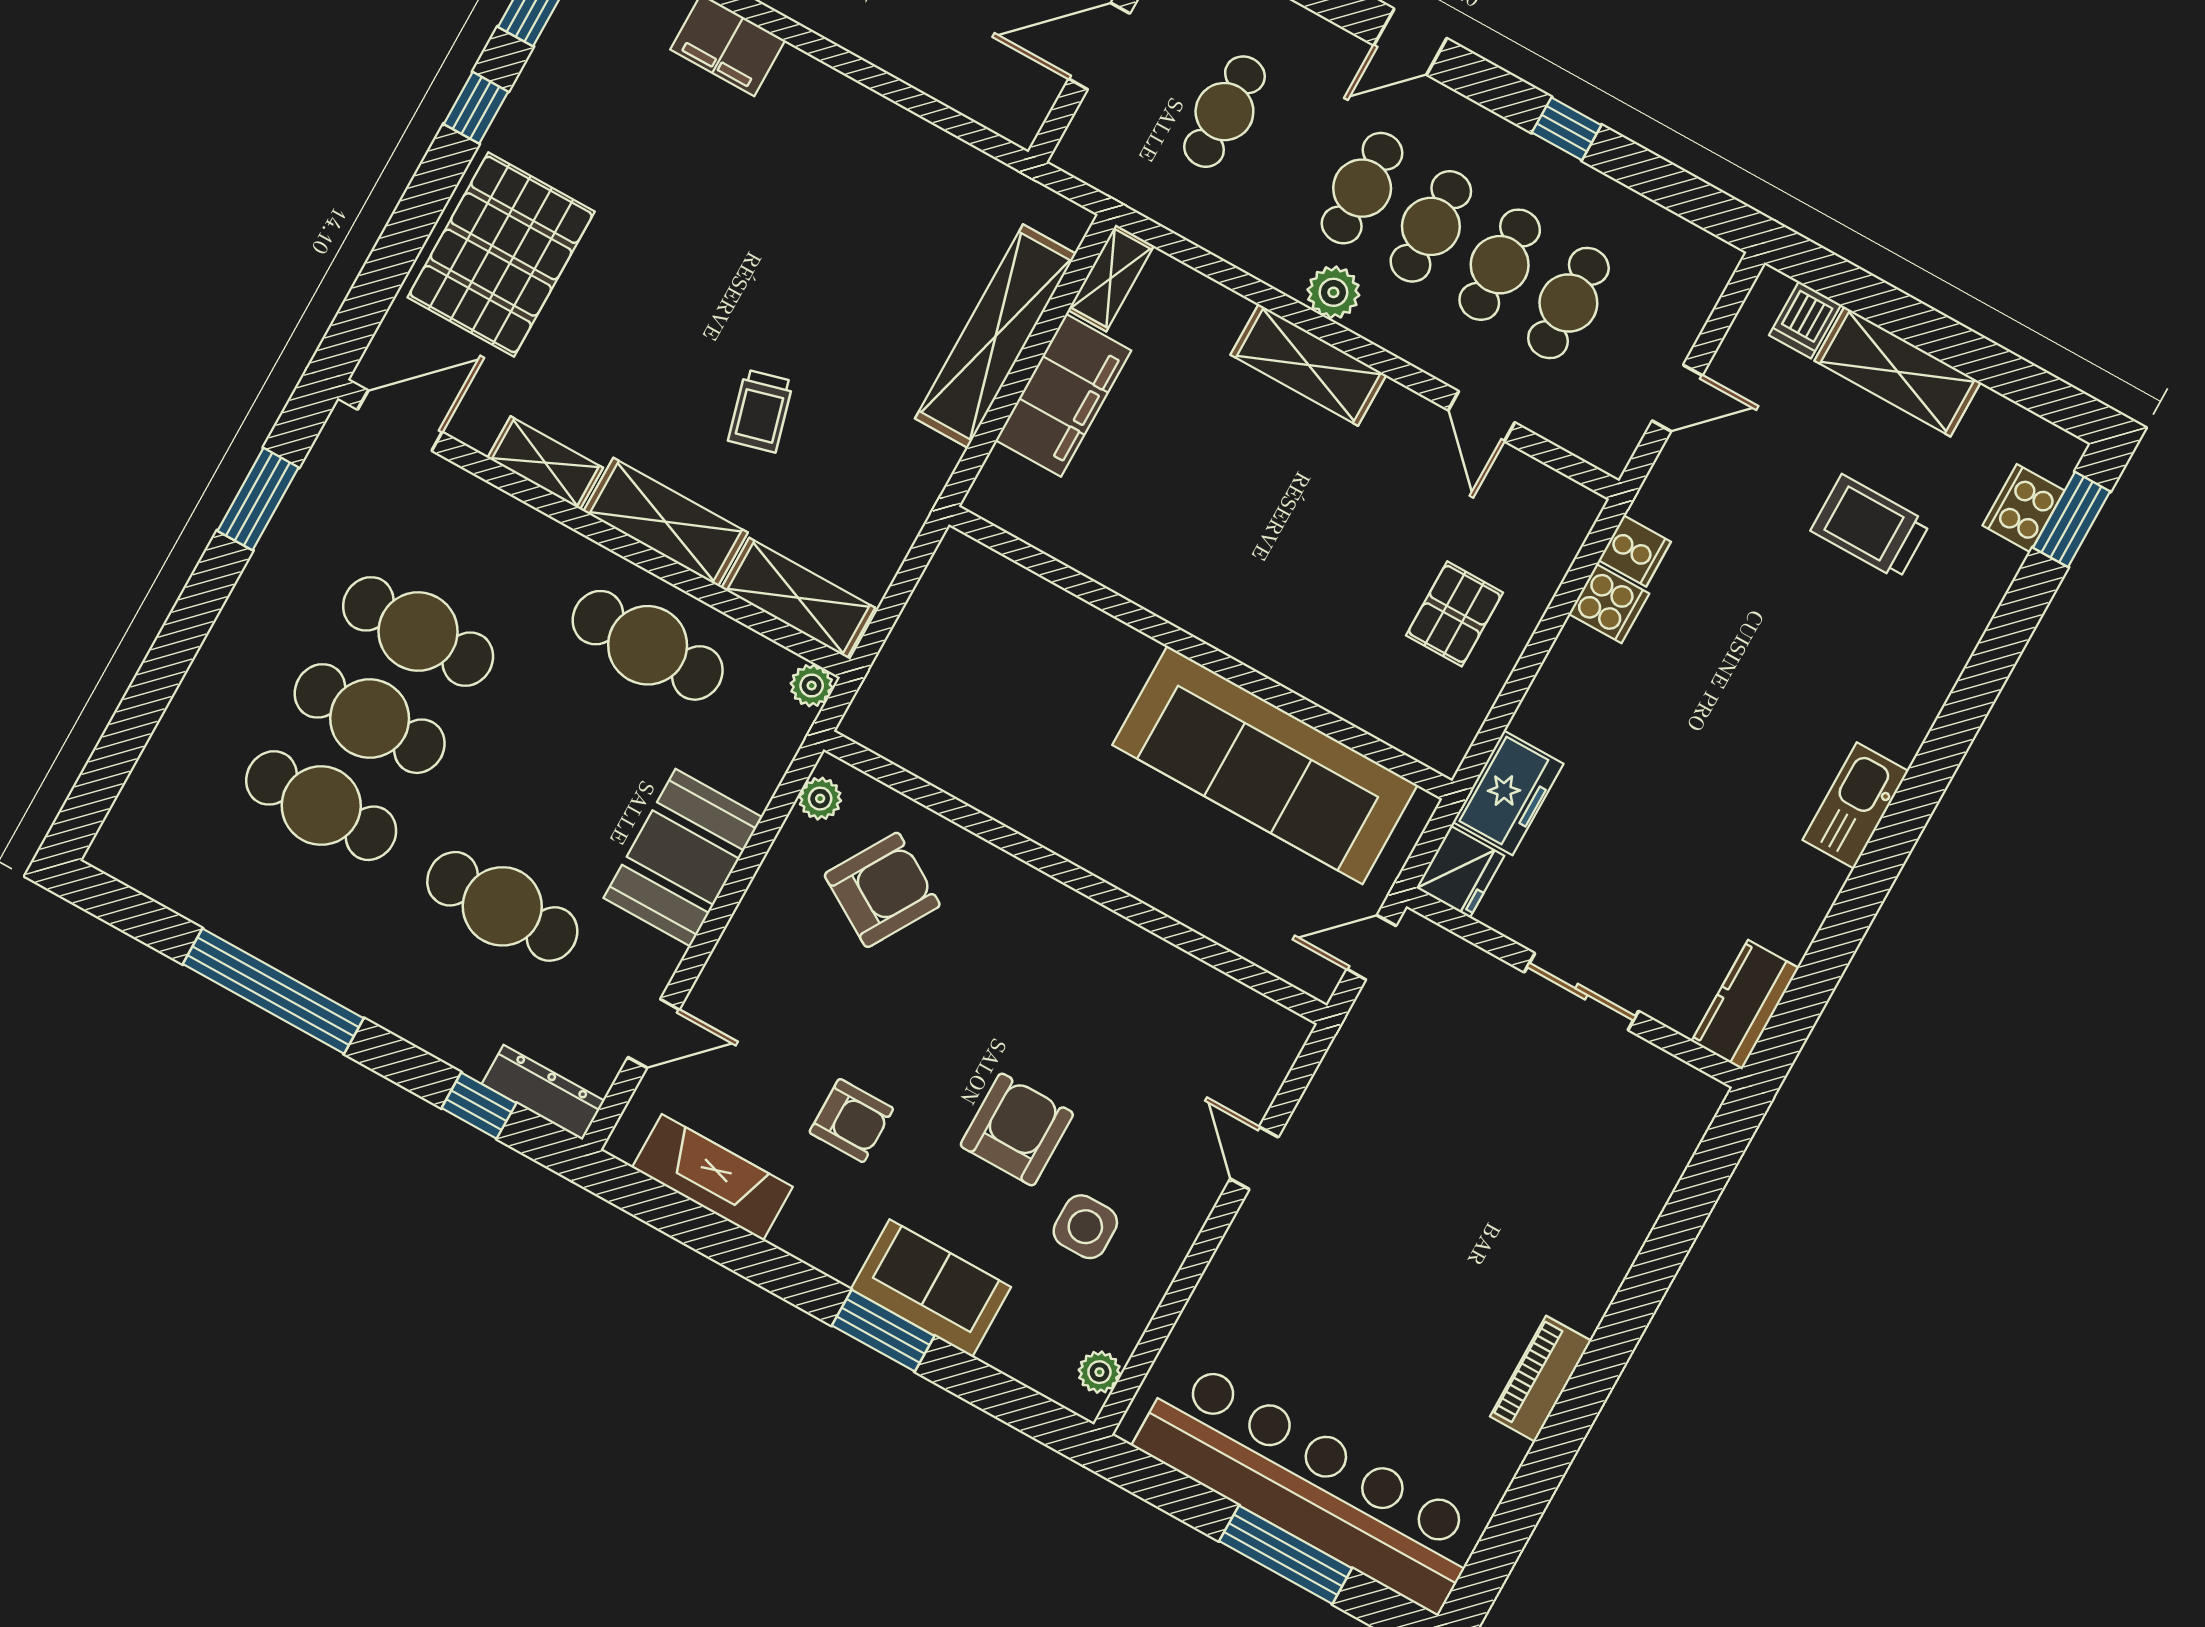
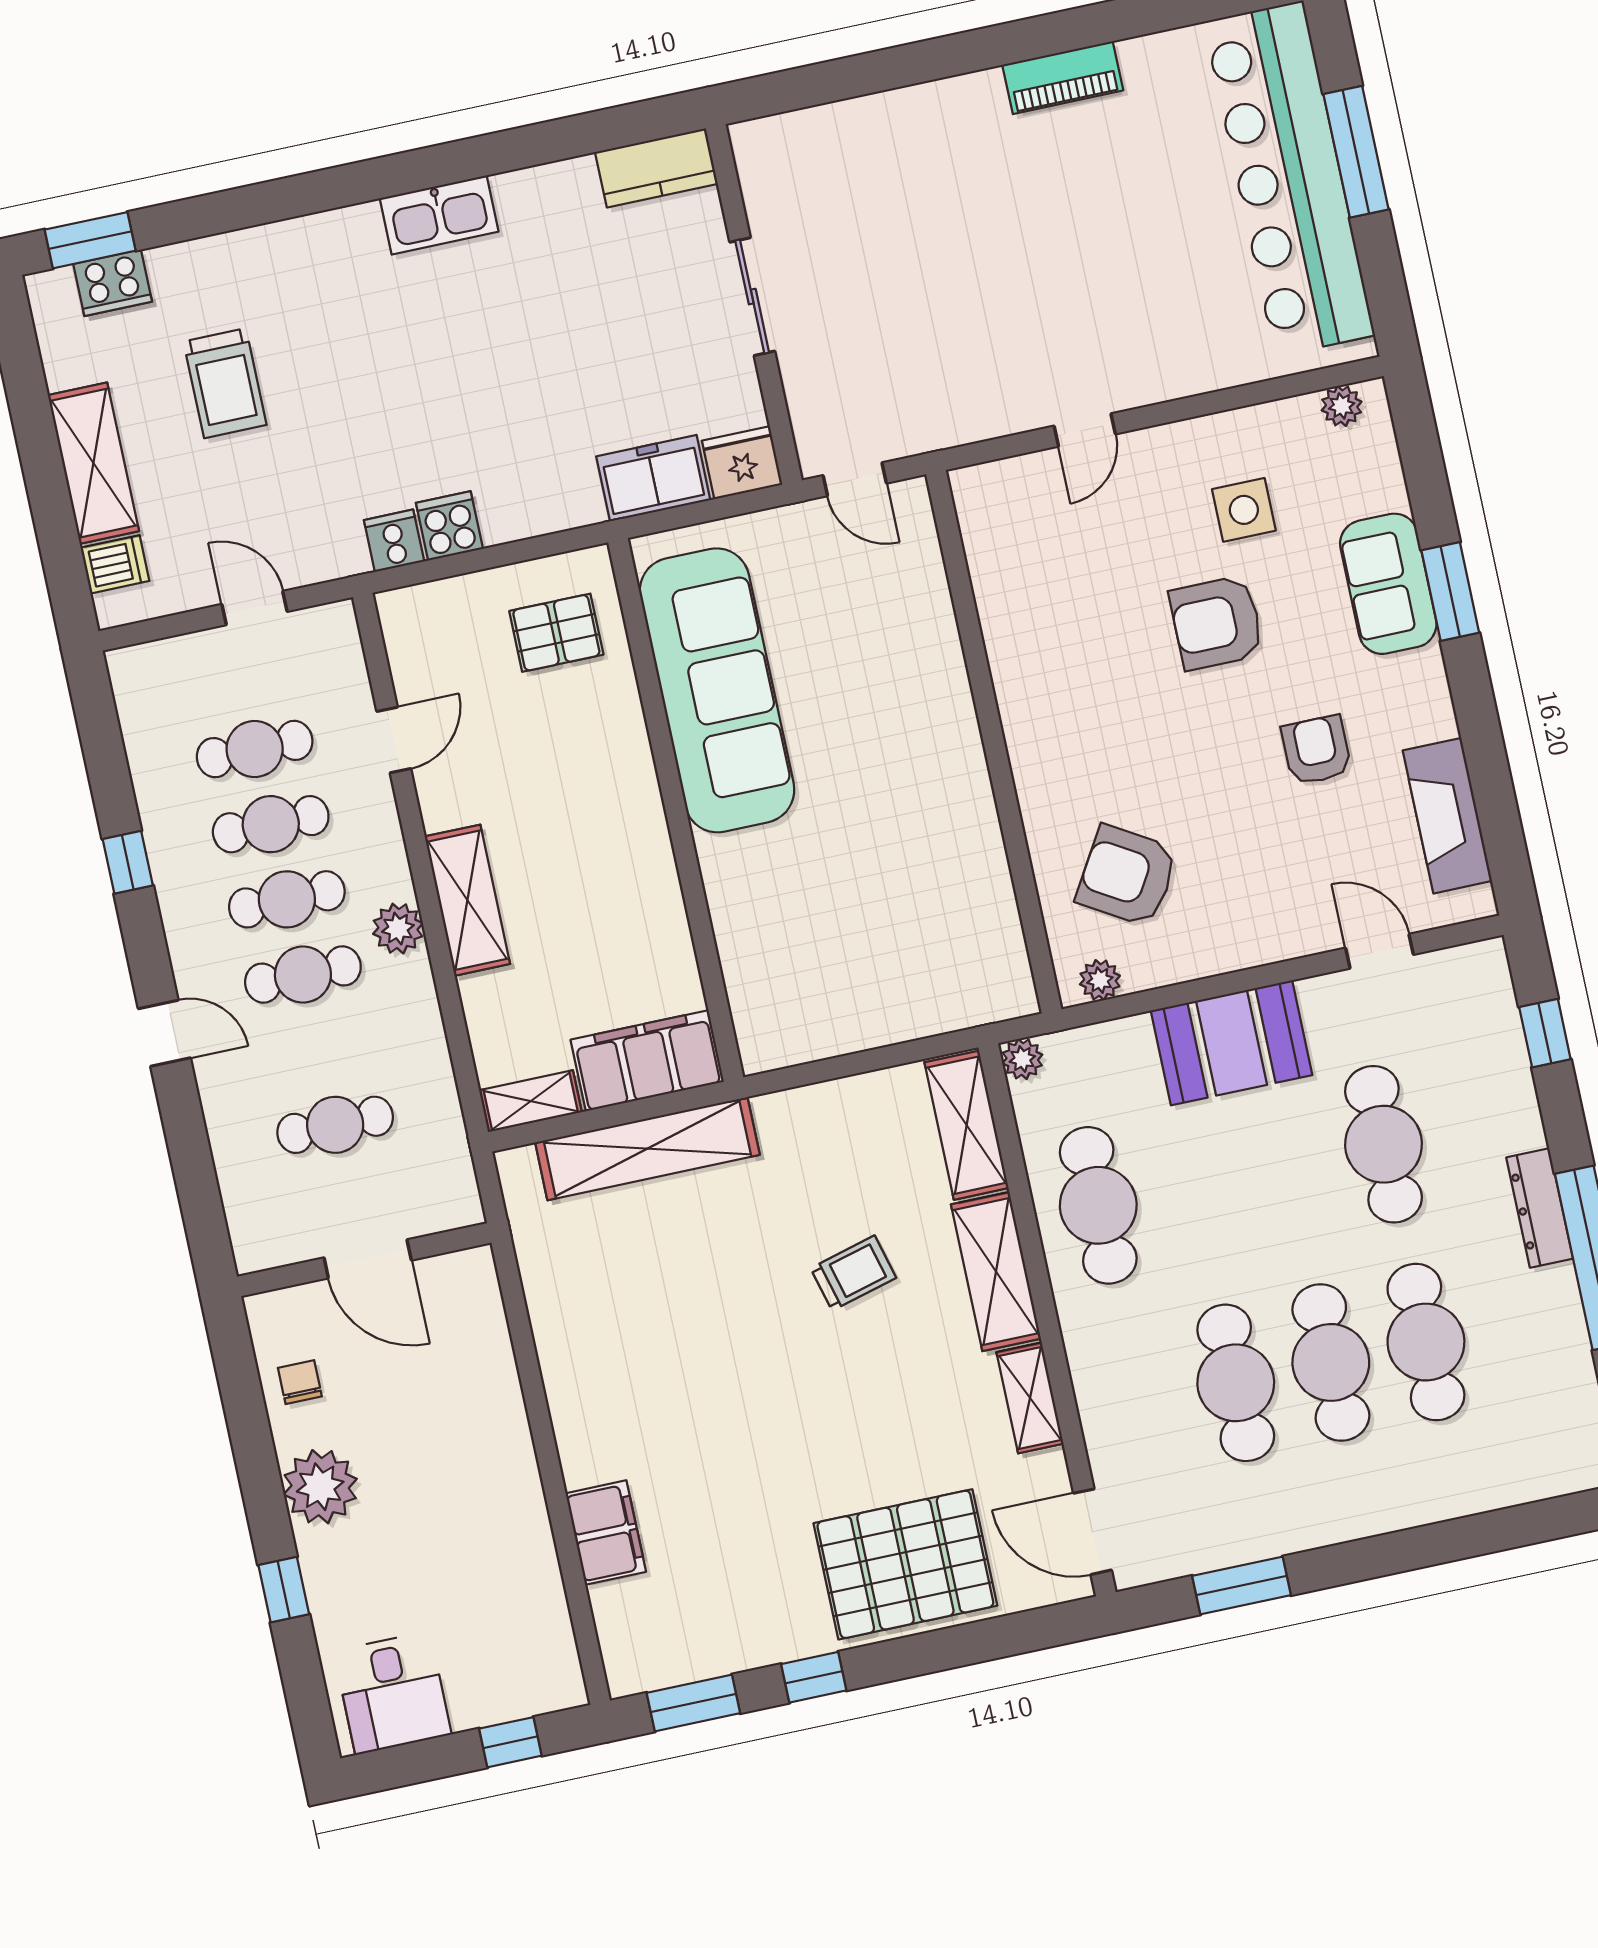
wall: (1201, 653) -> (676, 810), moved
sofa: (1265, 765) -> (717, 690), moved
dresser: (543, 1092) -> (1540, 1208), moved

